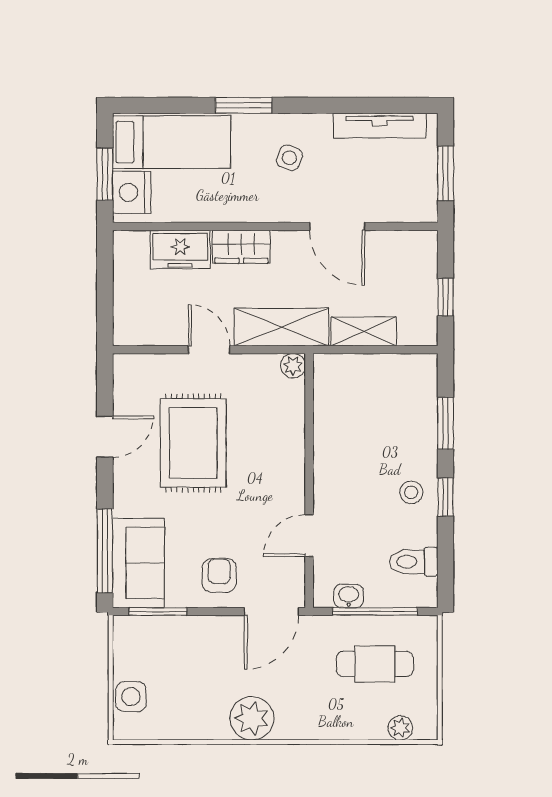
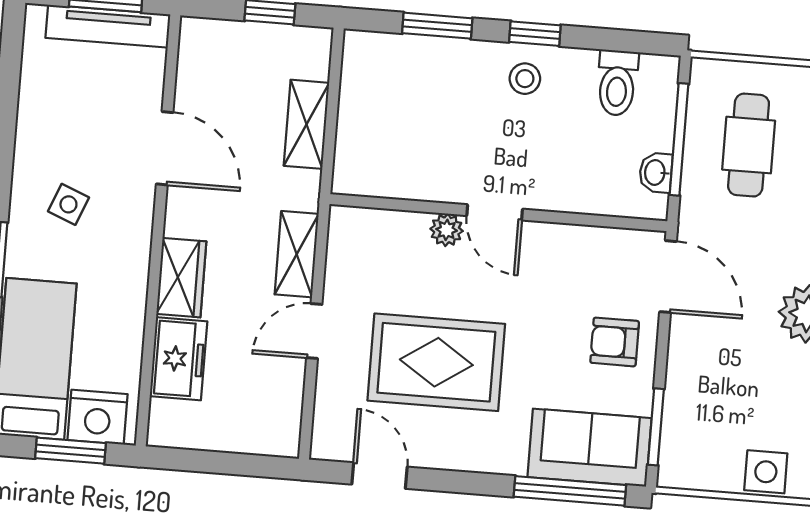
tv unit: (380, 126) -> (108, 26), moved, turned 90
door: (337, 226) -> (165, 148), hinge flipped
shelving: (282, 327) -> (297, 254), width x0.67, depth x0.75
plant: (293, 366) -> (447, 230), moved
door: (105, 437) -> (379, 476), moved
door: (309, 536) -> (495, 212), moved

